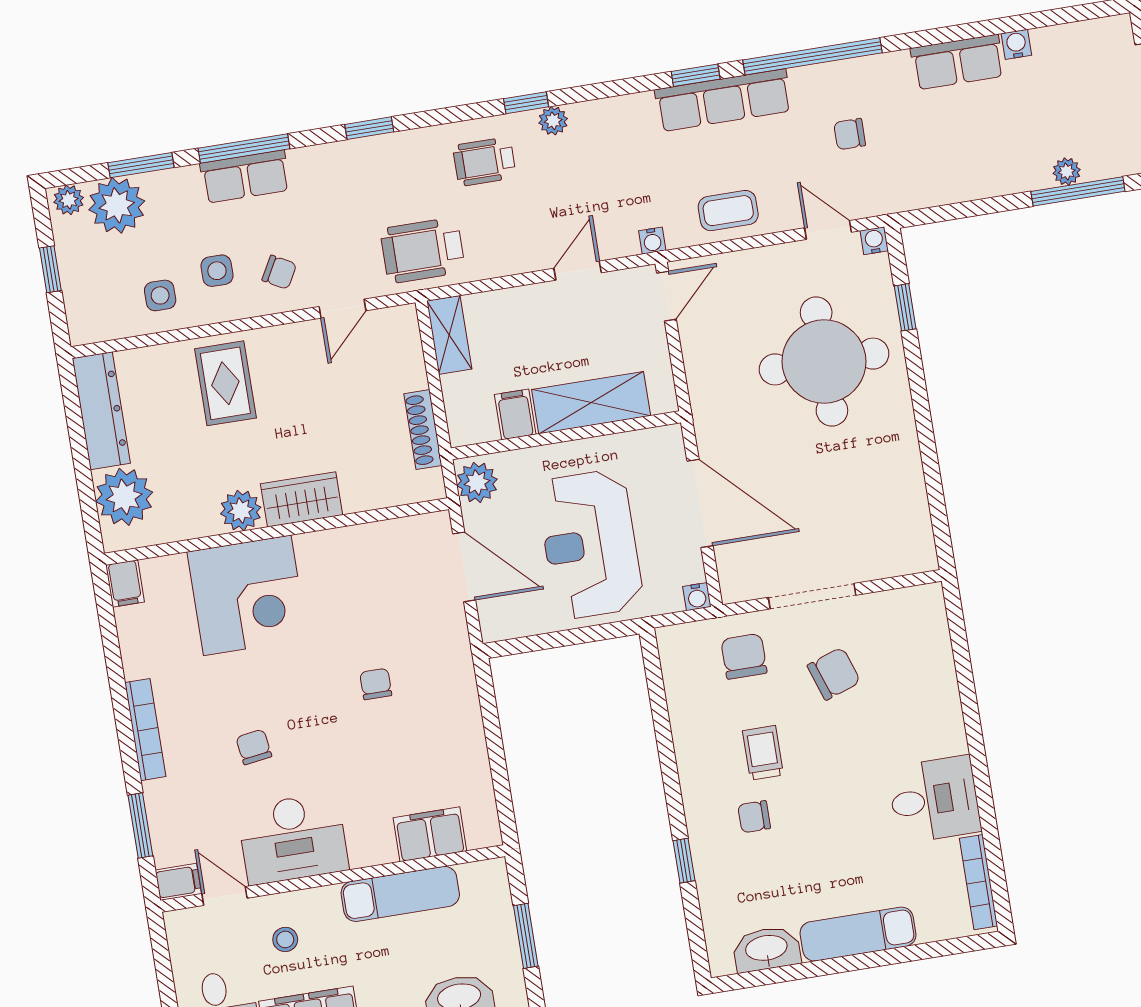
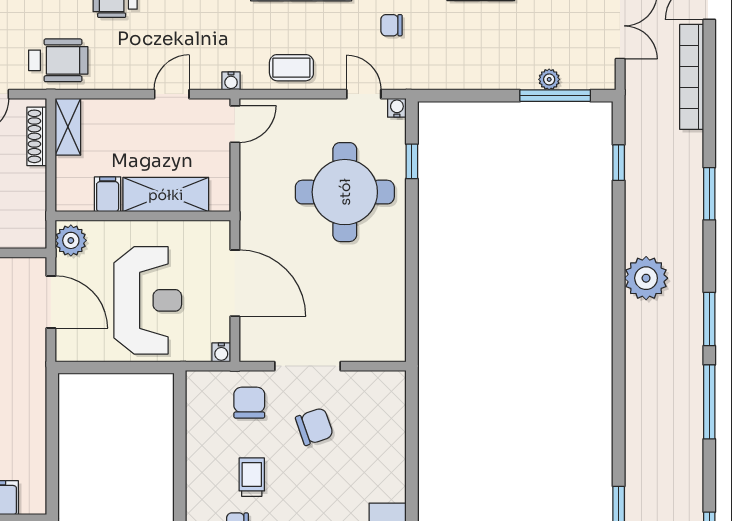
wheelchair: (423, 250) -> (58, 60), turned 180
shoe rack: (423, 430) -> (37, 136), moved
reception desk: (590, 544) -> (148, 300), turned 180

